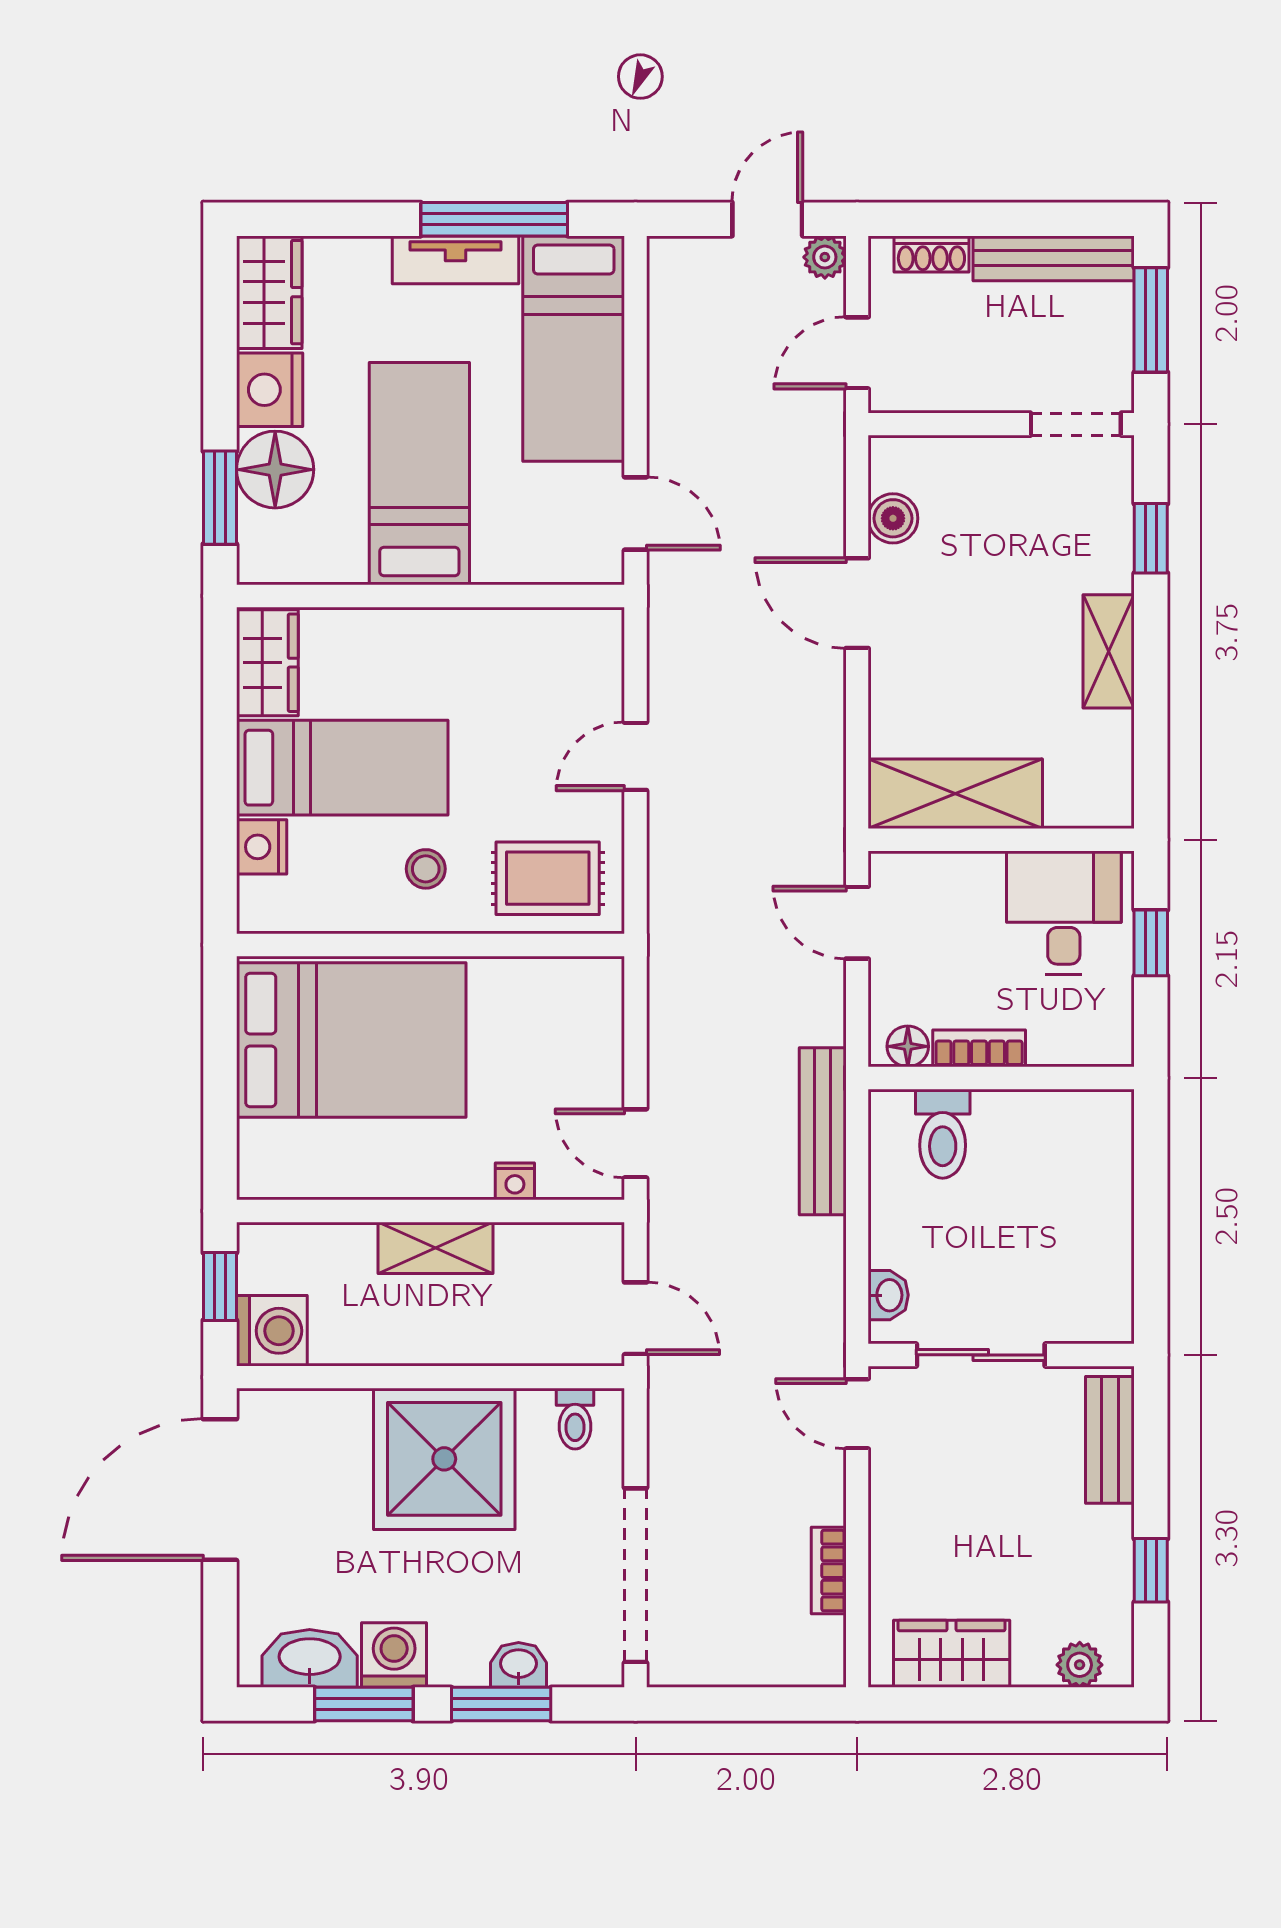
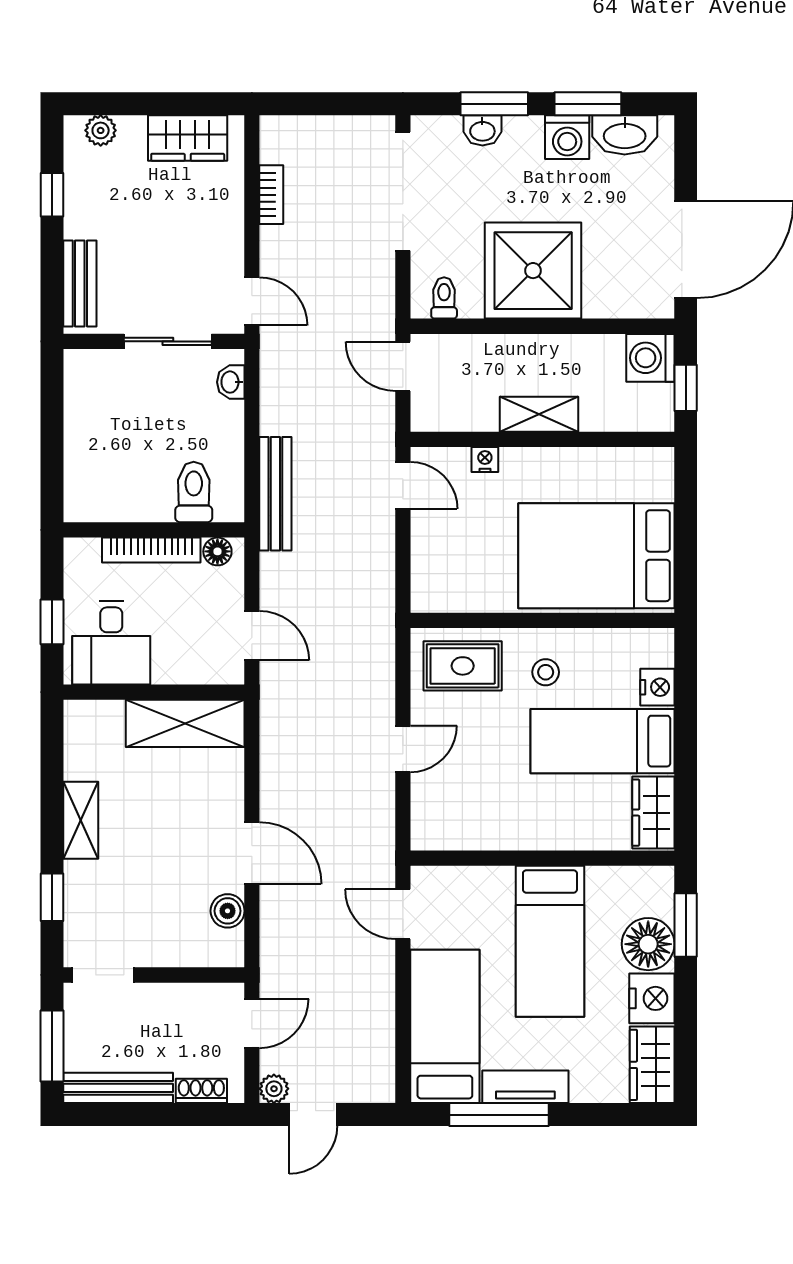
bookcase: (979, 1048) -> (151, 550), width x1.56

